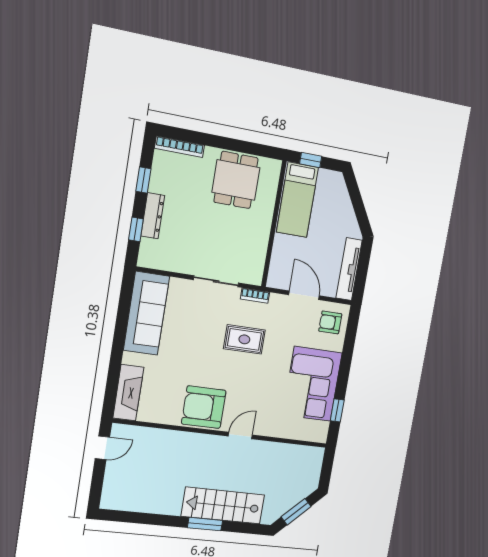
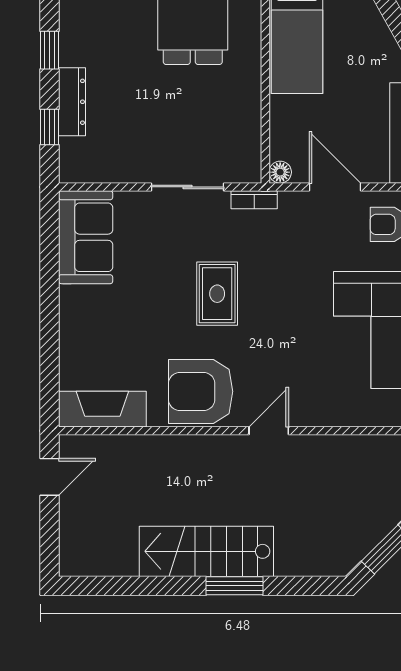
floor lamp: (273, 281) -> (280, 172), added
sofa: (146, 313) -> (86, 237), width x0.73
rug: (244, 339) -> (217, 294), moved, turned 90
fireplace: (128, 393) -> (102, 409), moved, turned -90
stairs: (223, 506) -> (206, 551), moved

